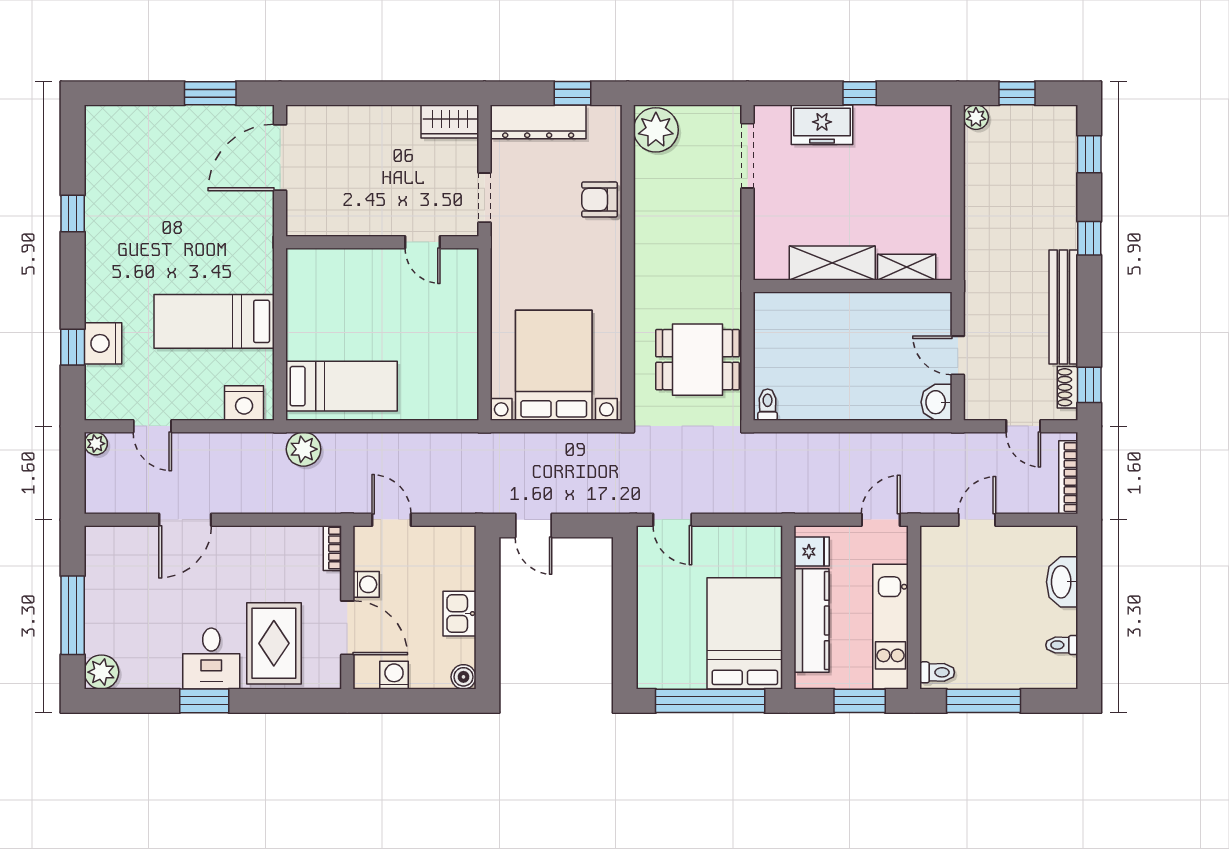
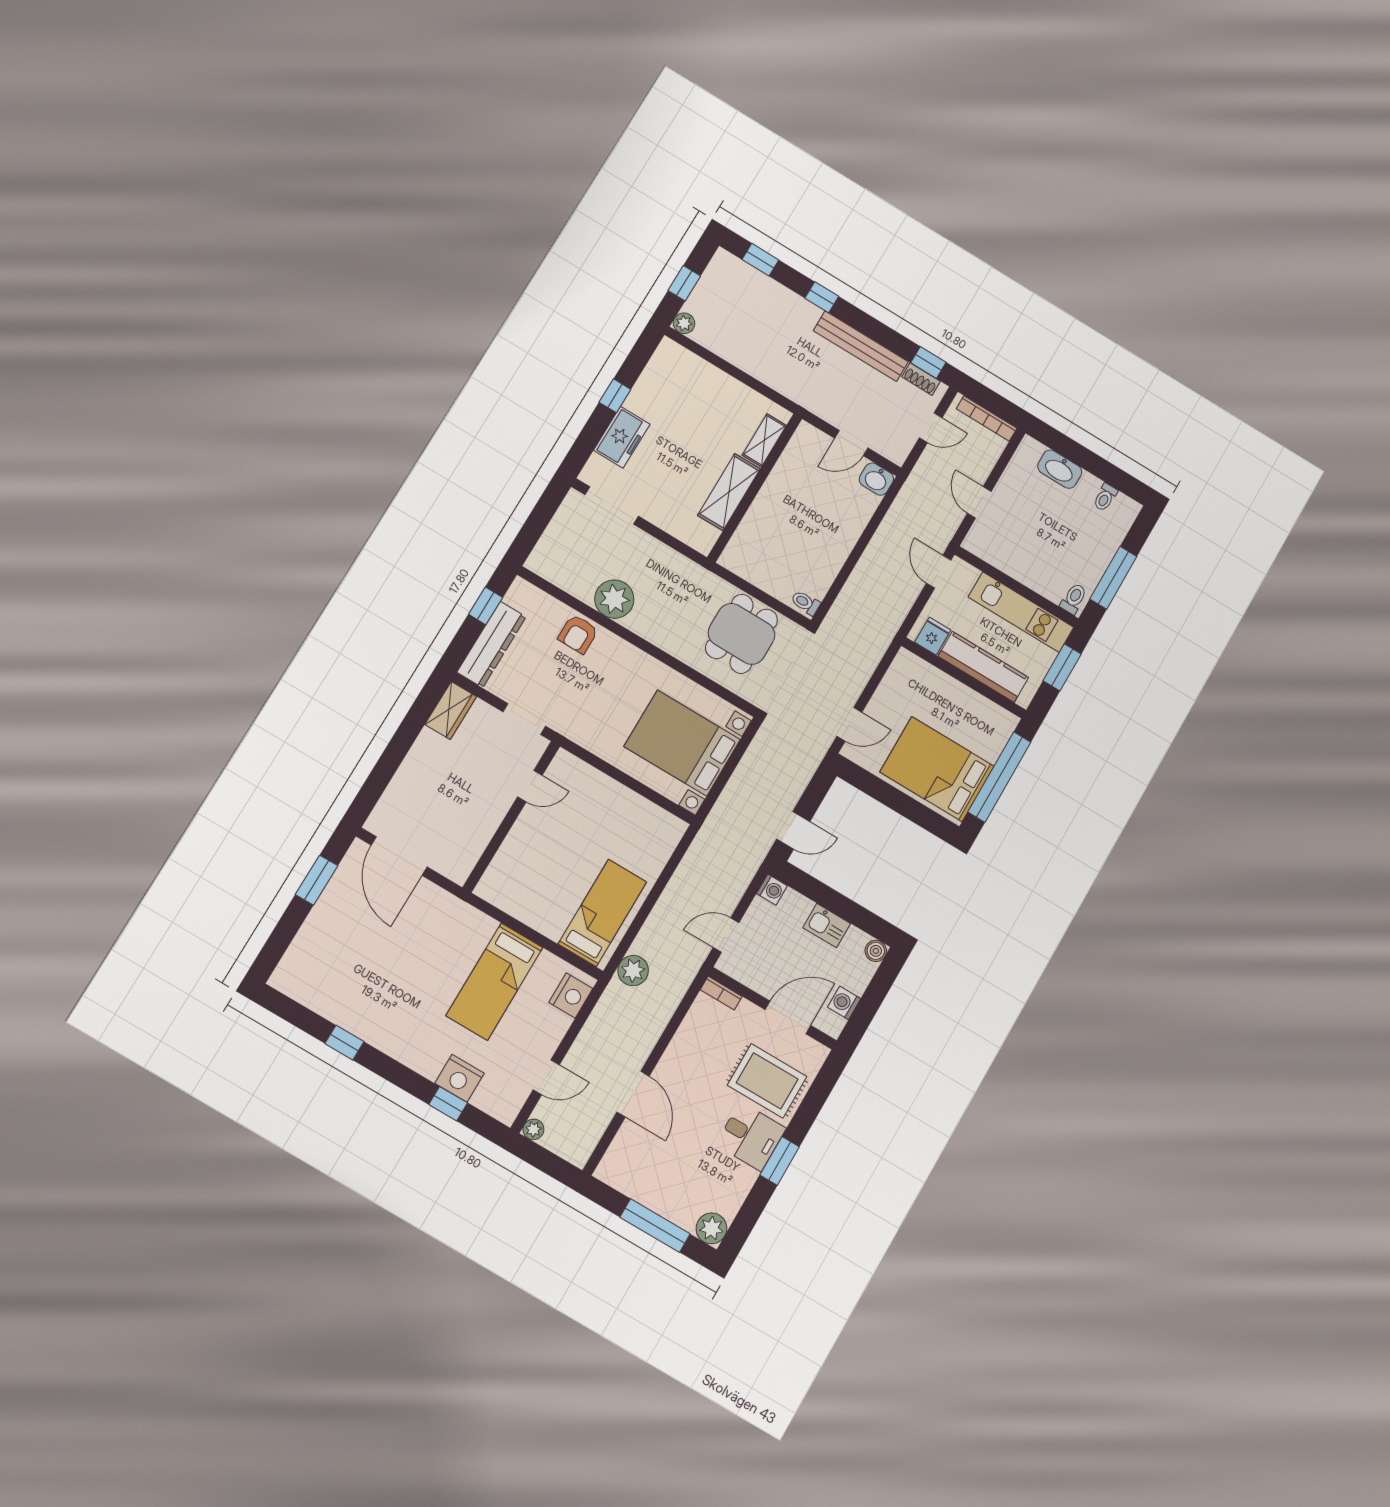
plant: (656, 130) -> (614, 599), moved
washing machine: (366, 584) -> (772, 890), moved, turned 90
bed: (745, 633) -> (937, 769), moved

